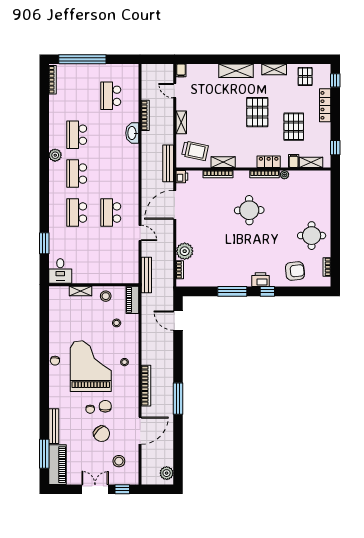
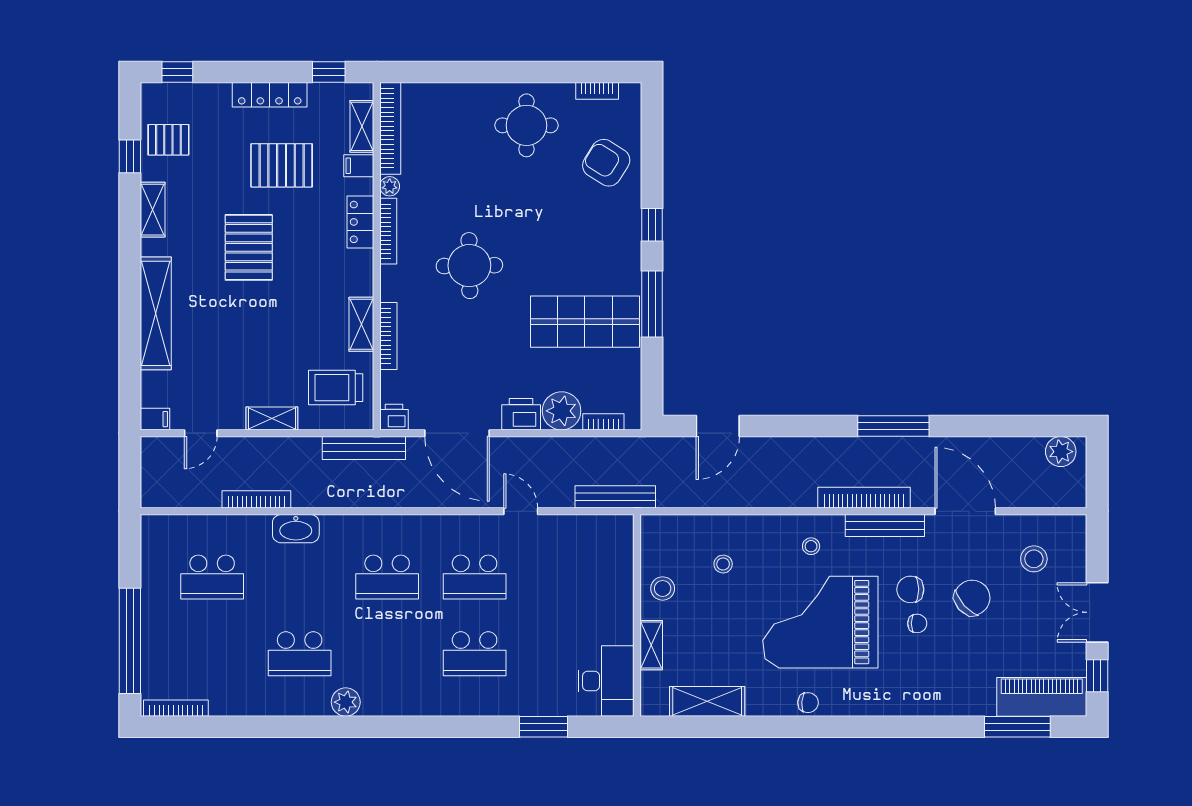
window: (298, 59) -> (130, 156), added
shelving: (236, 71) -> (156, 313), width x1.47
locker: (325, 105) -> (270, 95), moved
pallet: (257, 112) -> (249, 247), turned 90
trolley: (195, 151) -> (336, 388), turned -102
school desk: (77, 174) -> (387, 577), moved
bookcase: (310, 175) -> (390, 128), added
door: (140, 233) -> (521, 511), hinge flipped
shop shelf: (224, 262) -> (585, 322), added
desk: (60, 271) -> (606, 681), width x1.37
armchair: (295, 271) -> (606, 163), turned -52
printer: (260, 280) -> (521, 414), moved, turned 90
piano: (132, 300) -> (671, 528), removed
shelving: (55, 316) -> (707, 701), added
bench: (54, 426) -> (885, 525), moved
window: (122, 489) -> (1097, 676), moved

